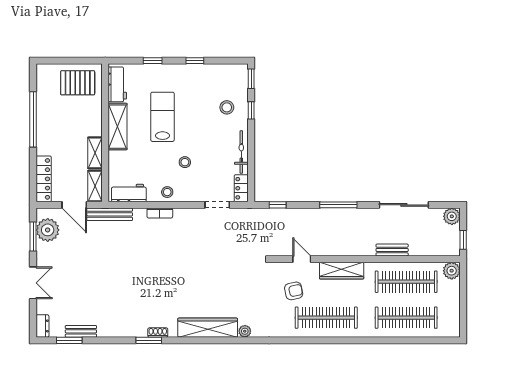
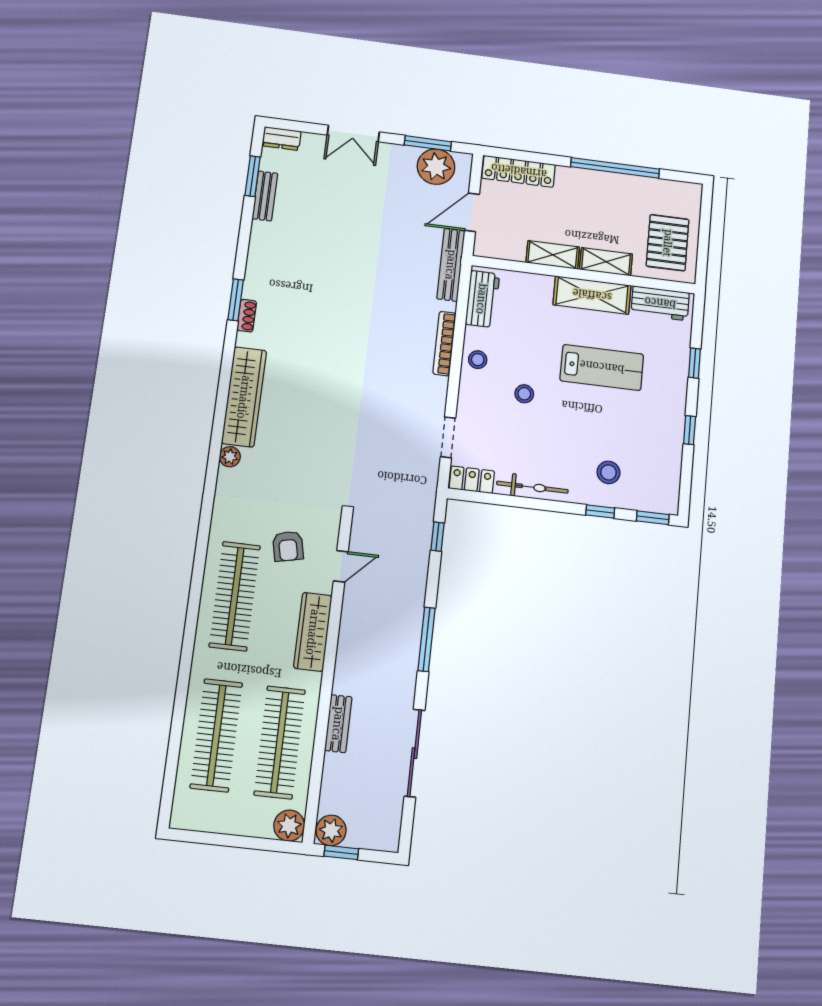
shelving: (95, 186) -> (606, 262), moved
bookcase: (160, 213) -> (444, 344), width x1.56
plant: (452, 216) -> (331, 830), moved

